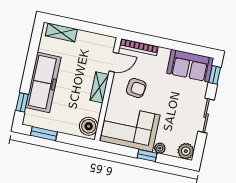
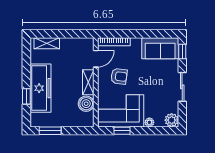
window: (22, 102) -> (26, 96), moved
boiler: (89, 126) -> (86, 104), moved
window: (147, 156) -> (122, 131), moved

